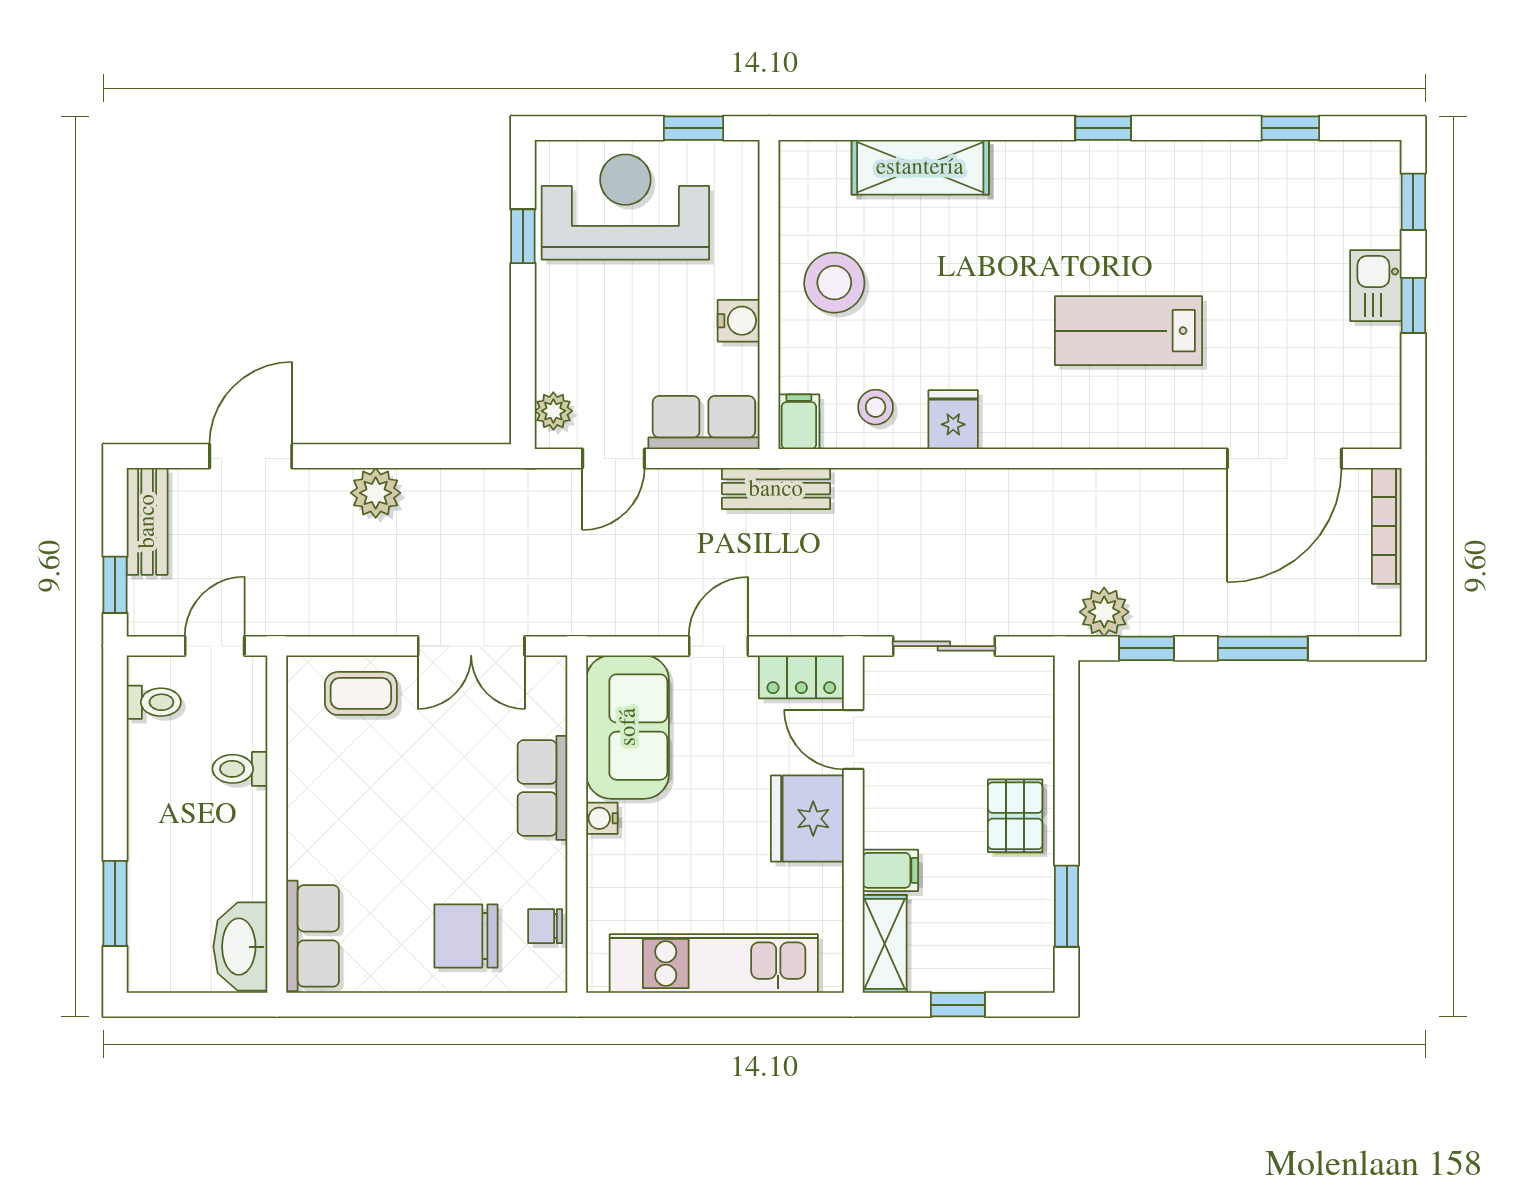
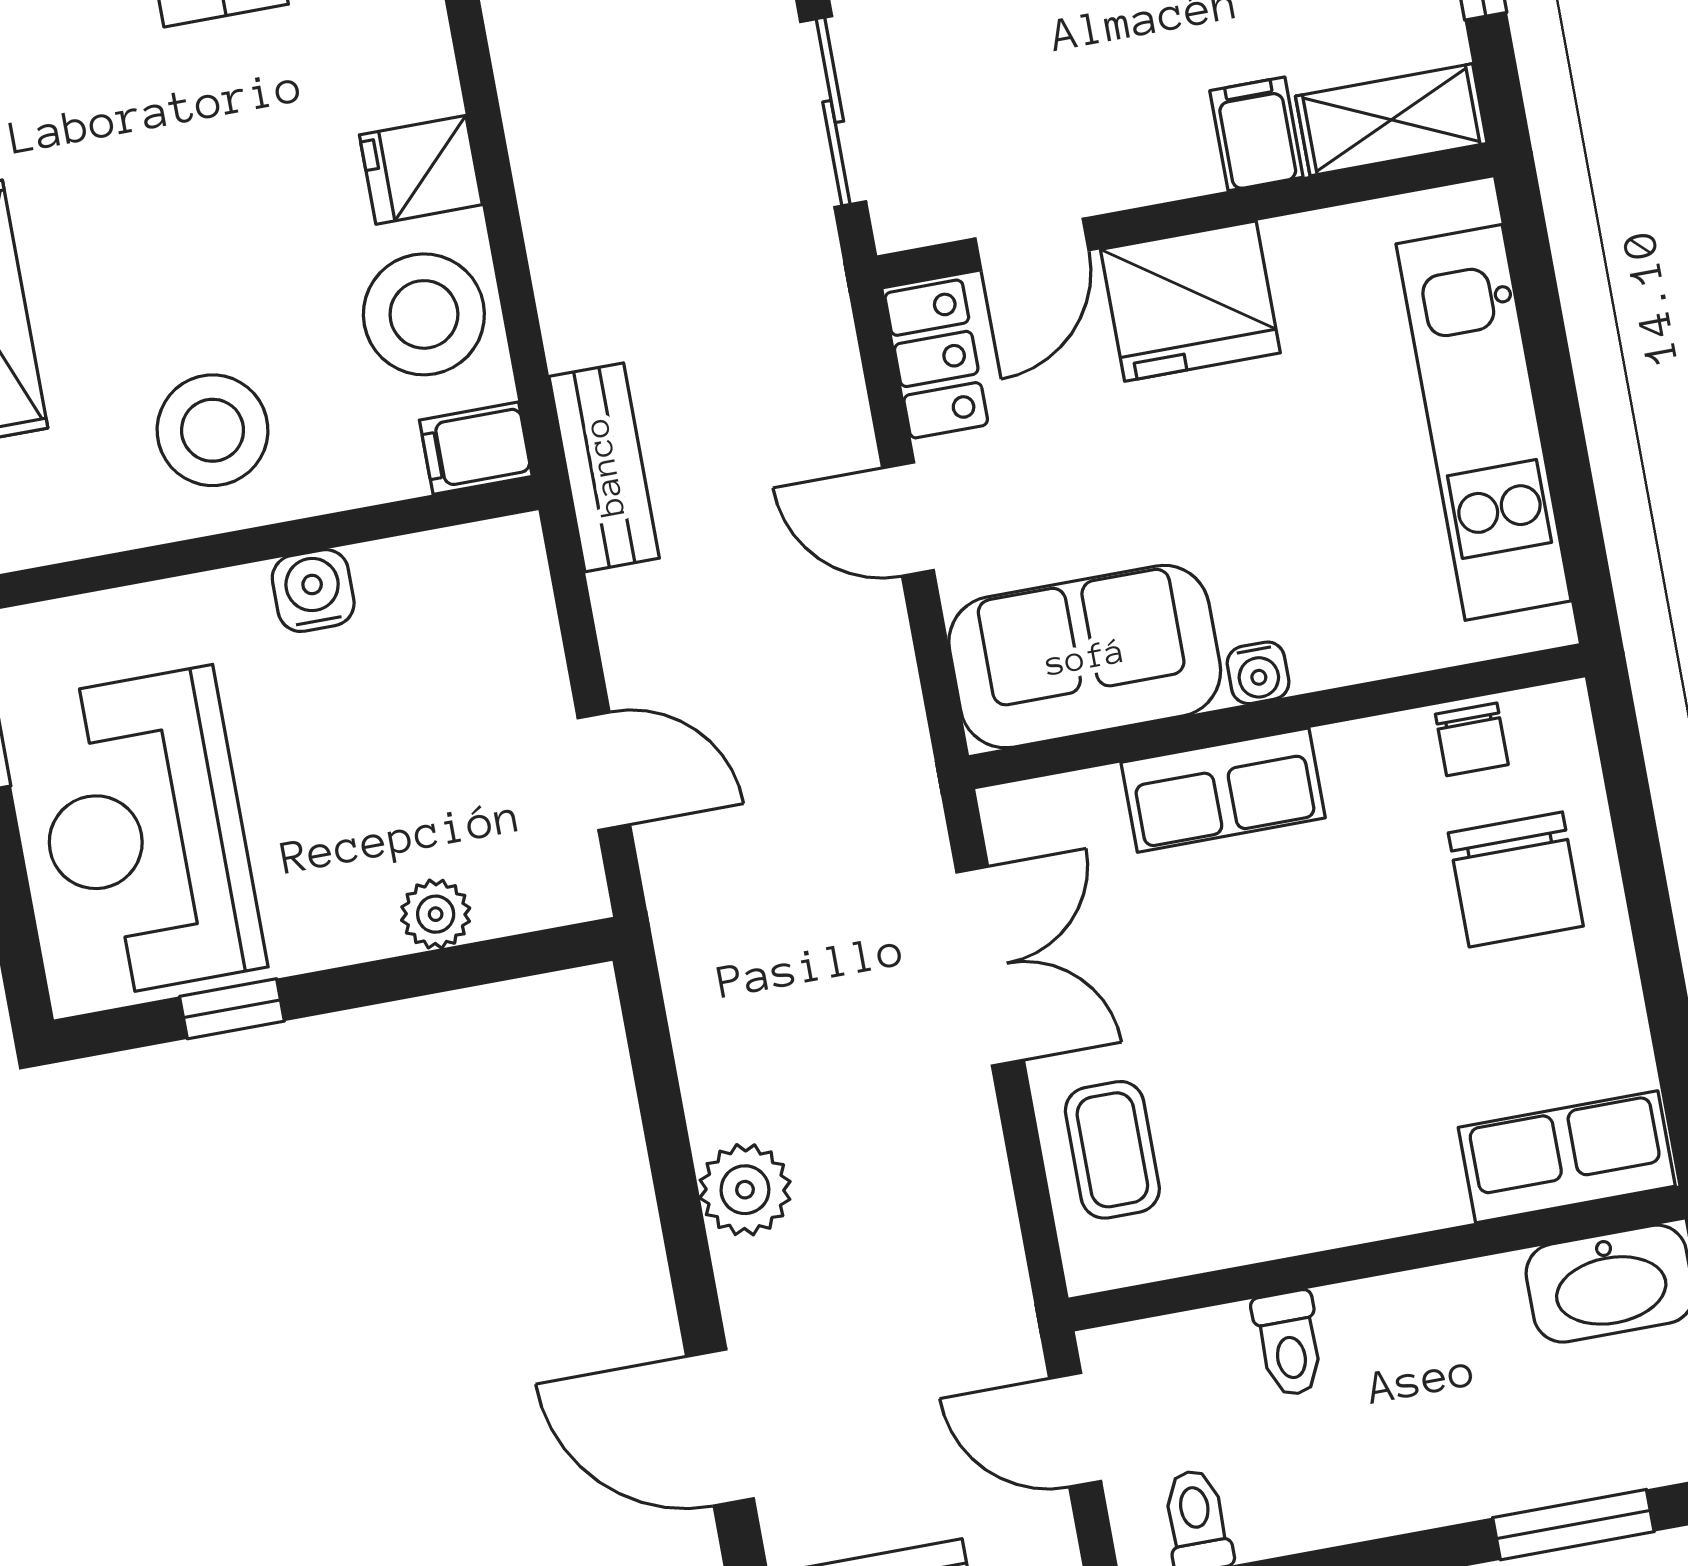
stool: (876, 407) -> (424, 314), width x1.89, depth x1.89
plant: (553, 411) -> (436, 914), moved
row of seats: (704, 423) -> (509, 620), removed

